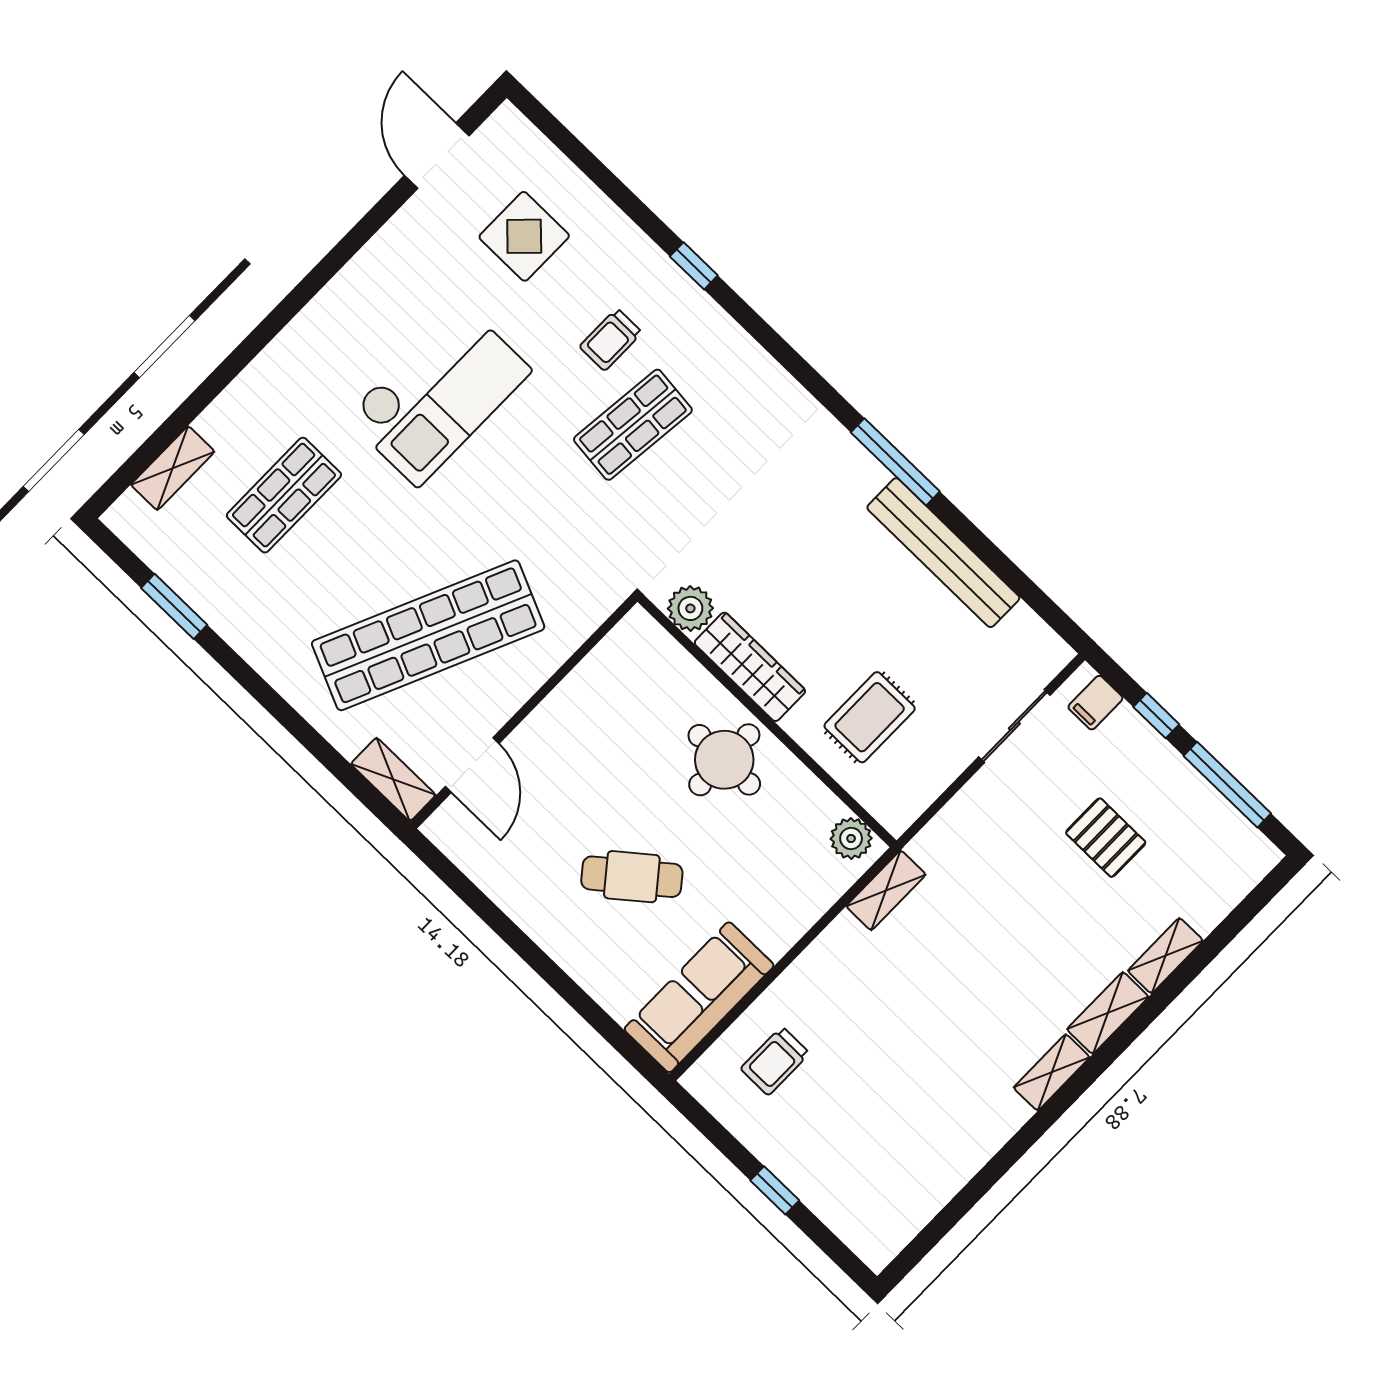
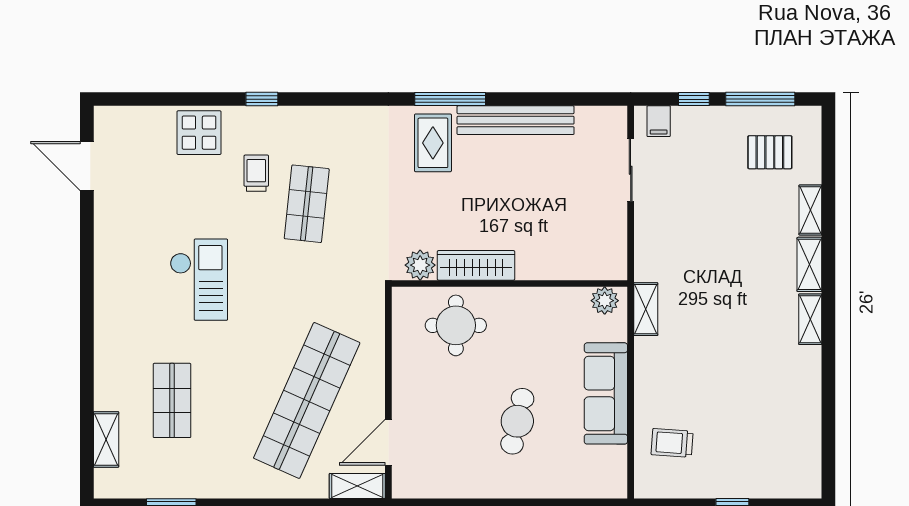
display table: (524, 236) -> (199, 133), moved
trolley: (611, 340) -> (256, 173), turned 180
checkout: (438, 394) -> (199, 280), width x0.73, depth x0.83
rug: (870, 717) -> (433, 143), moved
round table: (724, 760) -> (456, 325), moved
door: (472, 765) -> (388, 442), swing flipped
pallet: (1106, 838) -> (770, 152), moved
cafe table: (632, 877) -> (517, 421), turned -38
sofa: (699, 997) -> (606, 393), moved
trolley: (775, 1061) -> (672, 443), turned 94

